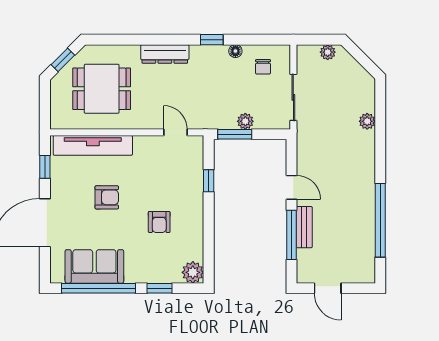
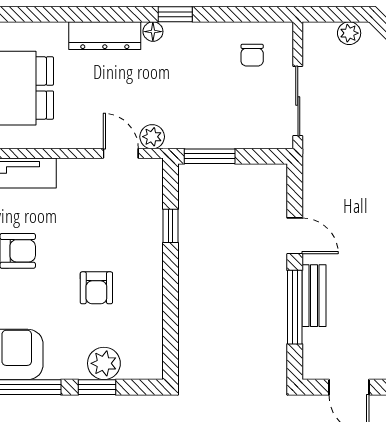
floor lamp: (235, 51) -> (153, 32), moved
plant: (245, 121) -> (152, 137), moved
plant: (193, 272) -> (104, 363), moved

